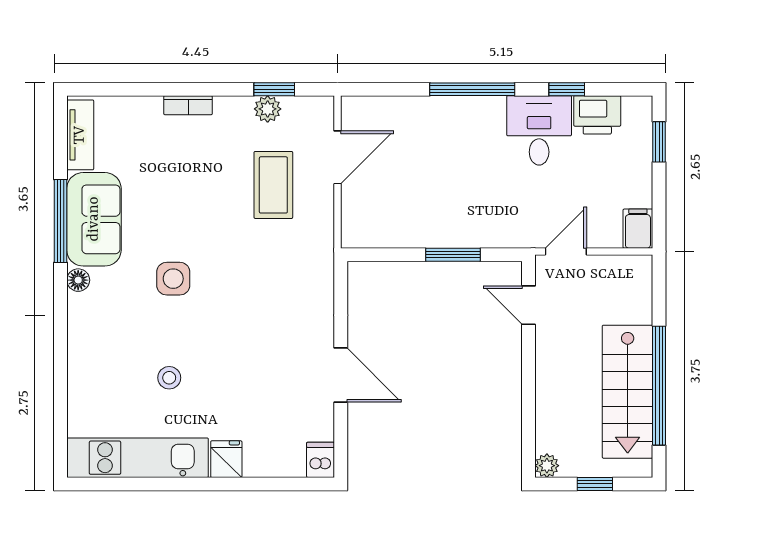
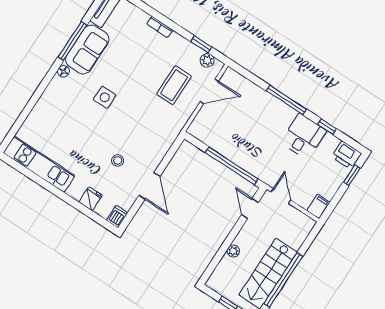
plant: (268, 109) -> (207, 60), moved
printer: (597, 115) -> (347, 155), moved
door: (566, 252) -> (281, 196), hinge flipped
window: (453, 255) -> (232, 166), width x2.11
stool: (169, 378) -> (118, 161), moved
fridge: (226, 459) -> (91, 199), moved
plant: (547, 466) -> (233, 251), moved

